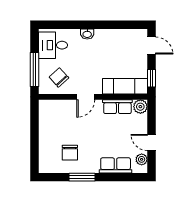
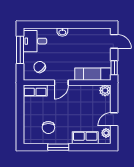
window: (35, 69) -> (20, 50), moved
row of seats: (117, 107) -> (35, 91), moved
door: (151, 142) -> (114, 119), hinge flipped

